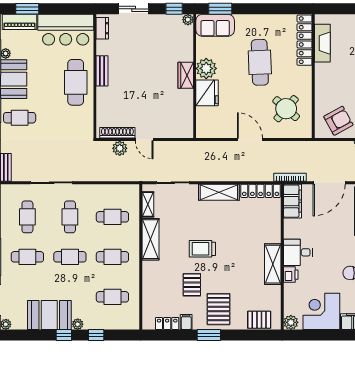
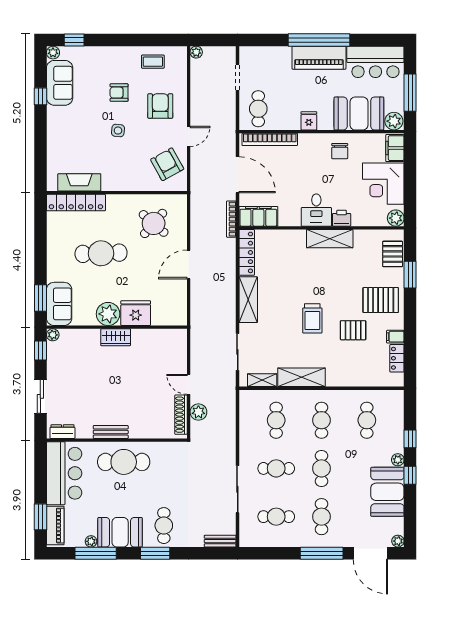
door: (144, 140) -> (189, 384), swing flipped
window: (209, 335) -> (410, 275), moved

